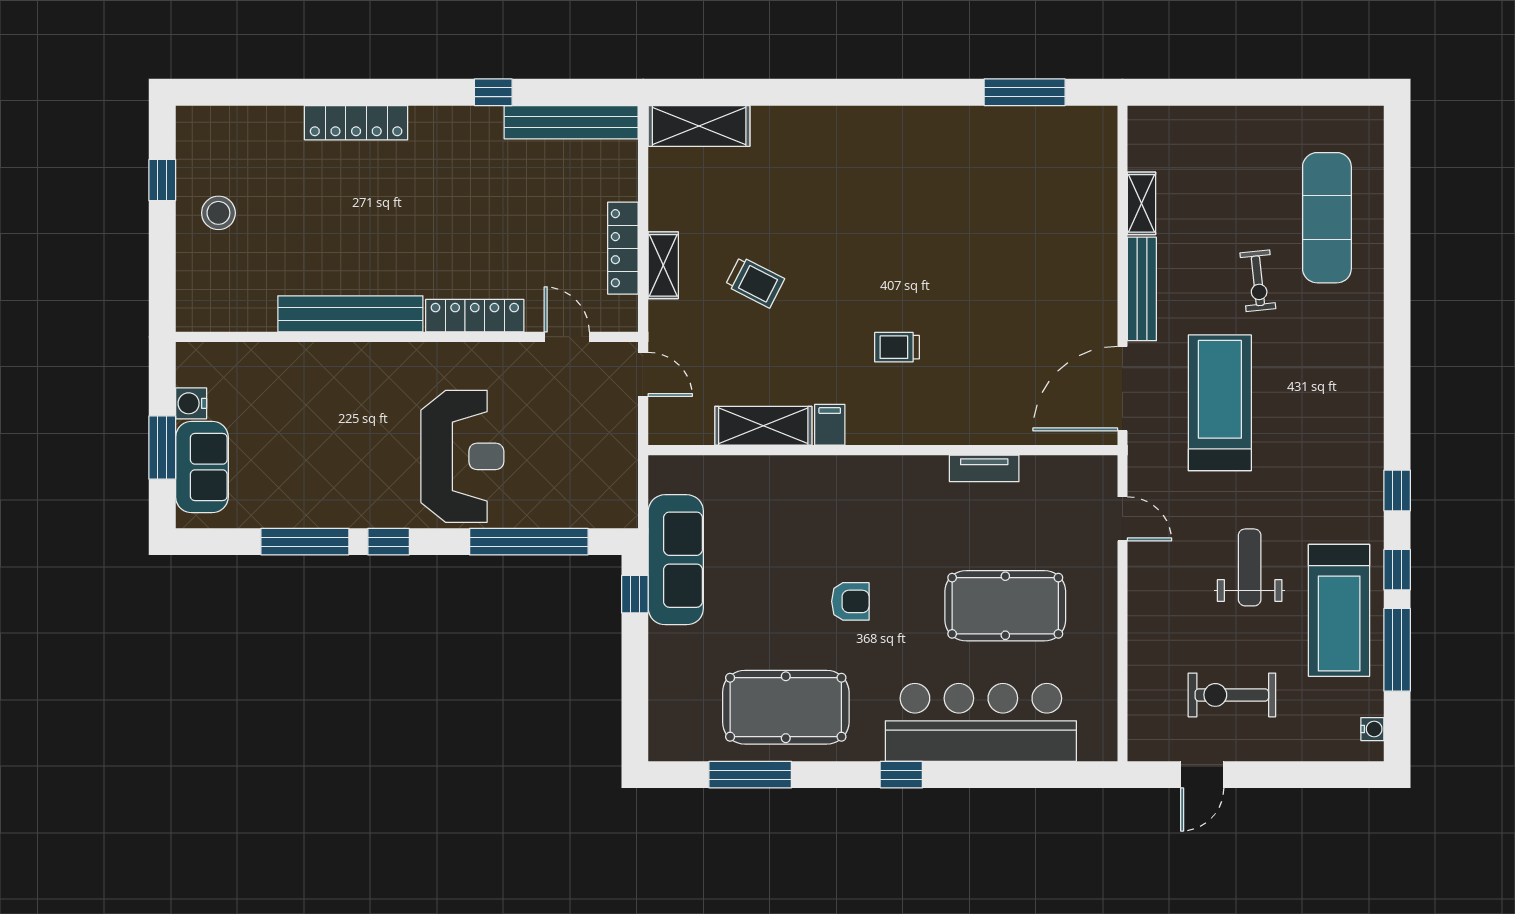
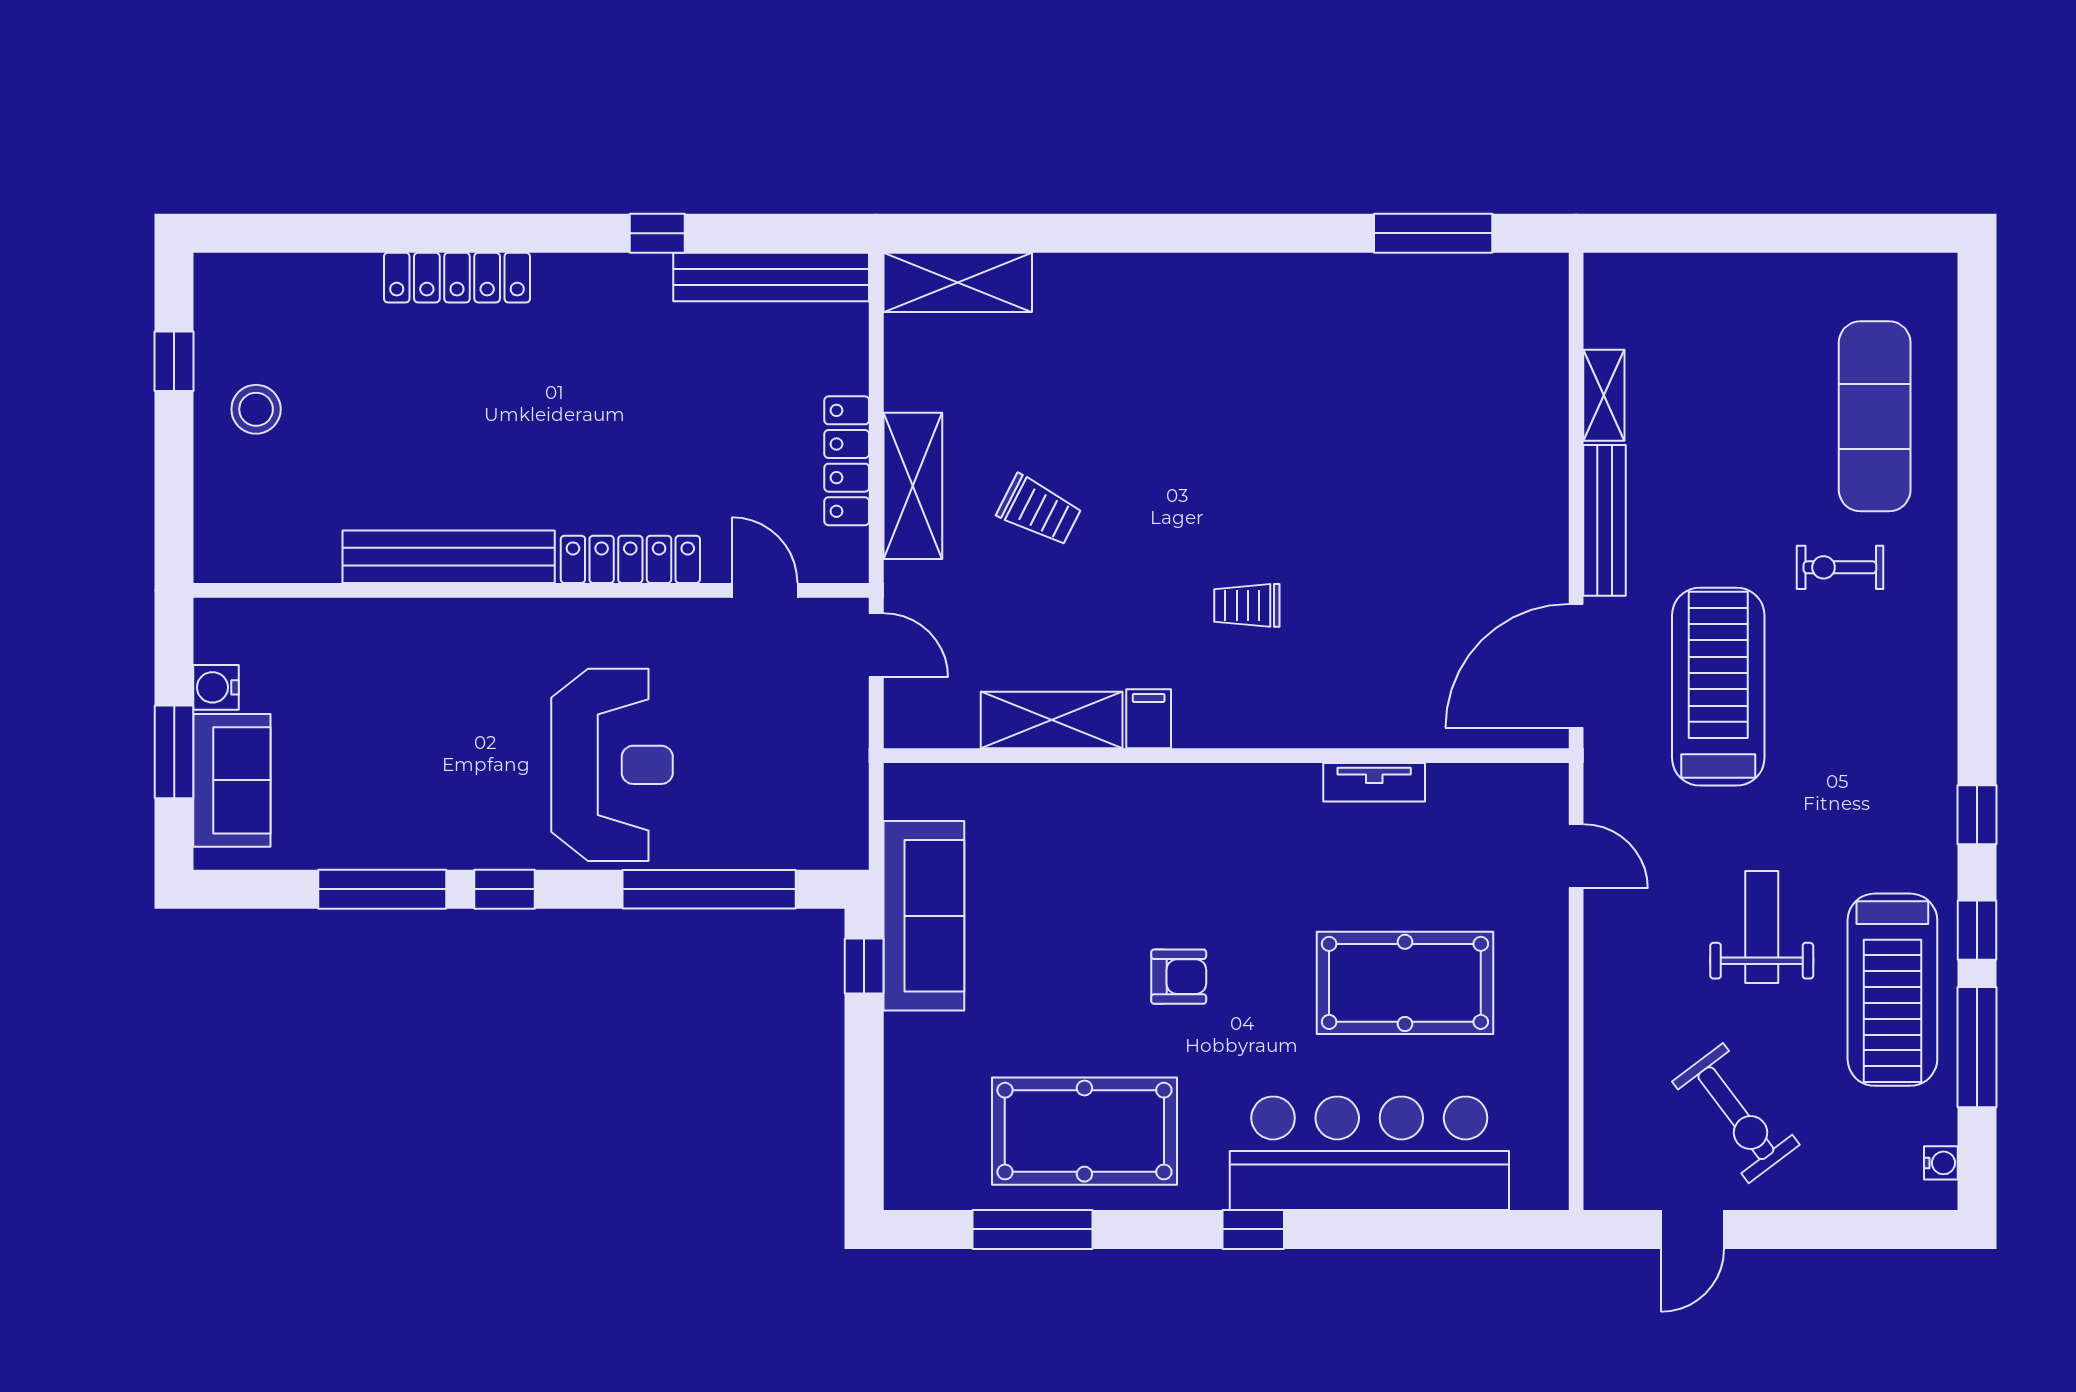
shelving: (663, 265) -> (913, 486), width x1.50, depth x1.33
exercise bike: (1258, 281) -> (1840, 567), moved, turned 96
exercise bike: (1232, 695) -> (1736, 1113), turned -127

